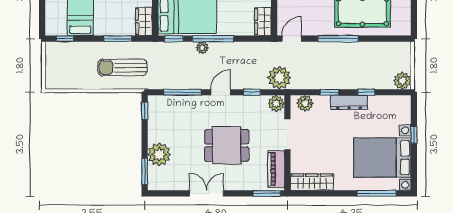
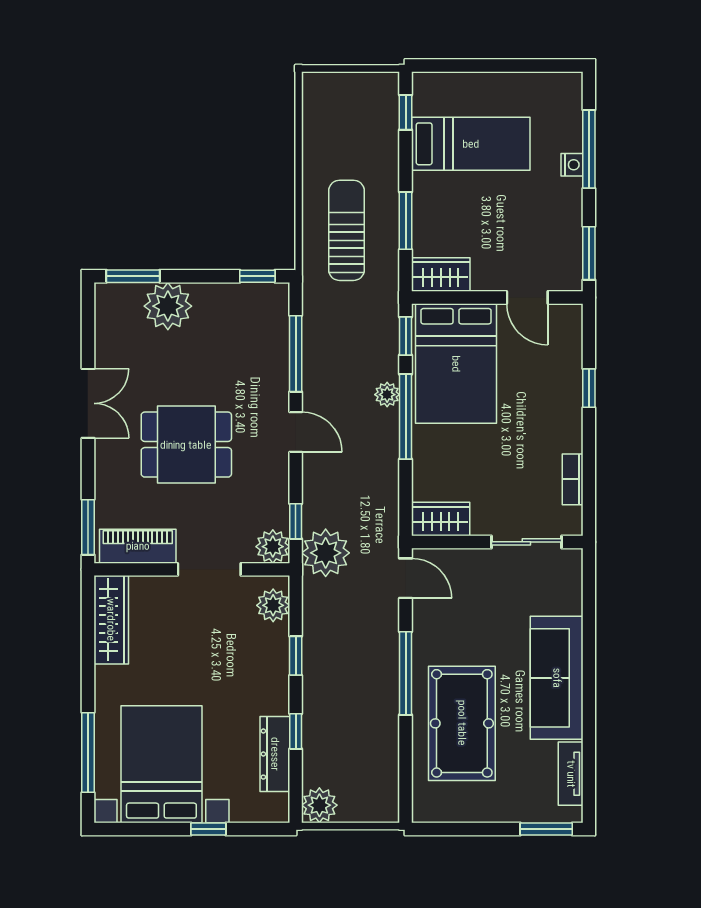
window: (252, 92) -> (296, 521), moved
dresser: (349, 102) -> (275, 754), moved
dining table: (227, 145) -> (186, 445), turned 90

